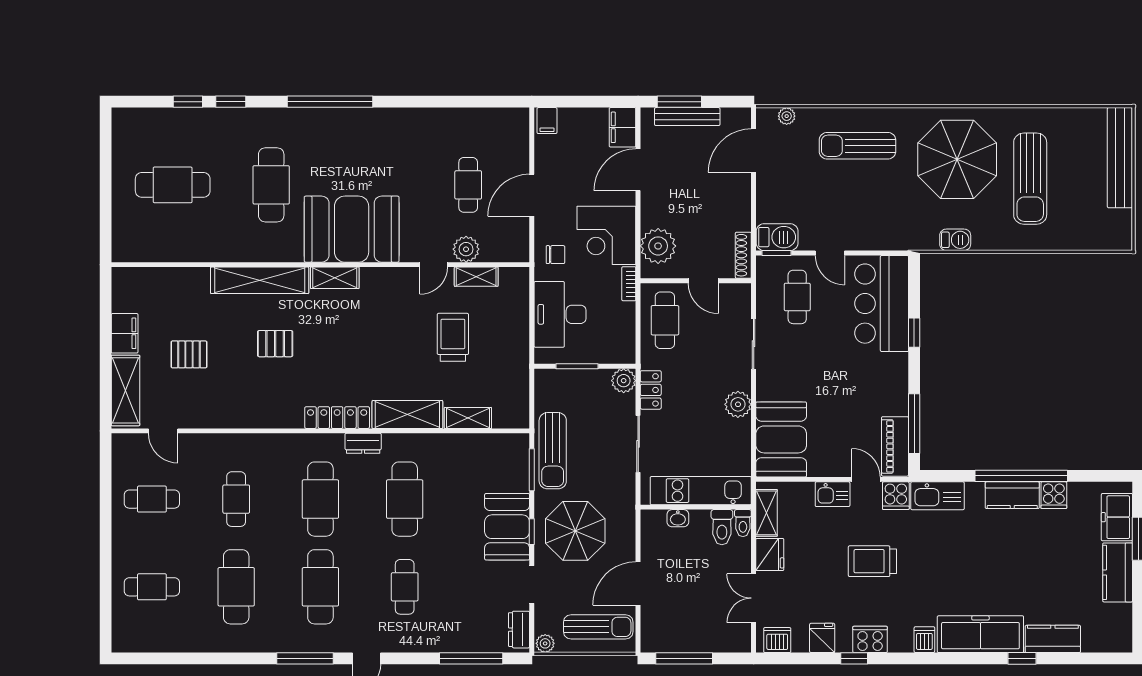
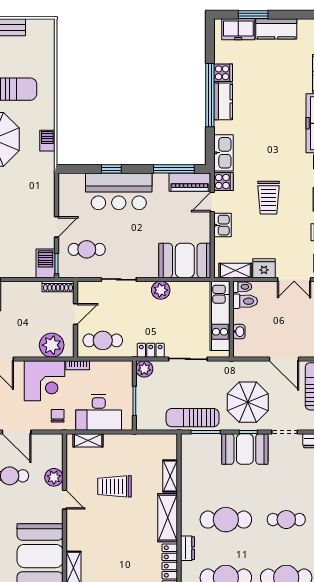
shelving: (476, 277) -> (88, 440), moved, turned 90
bar counter: (882, 304) -> (119, 191), moved
sun lounger: (553, 451) -> (193, 418), turned 180

